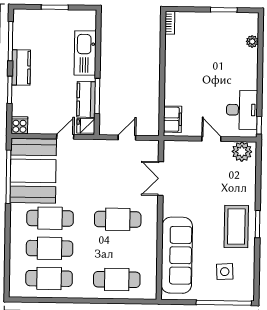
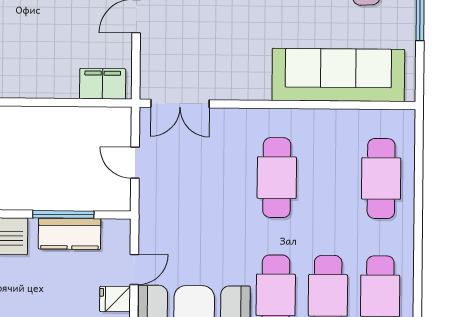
fridge: (86, 126) -> (115, 299), moved, turned 90
door: (65, 137) -> (134, 269), swing flipped
double door: (161, 179) -> (180, 104), moved

